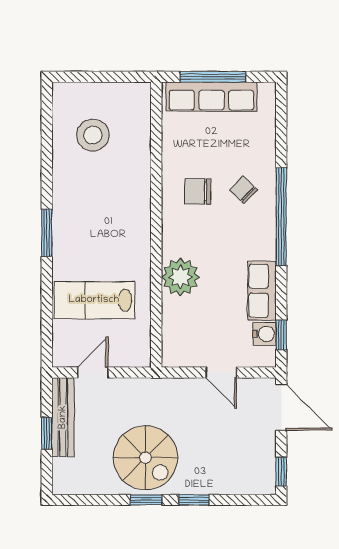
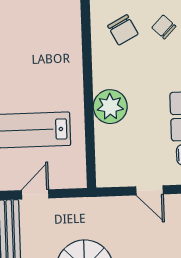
chair: (198, 191) -> (123, 30), turned -118

